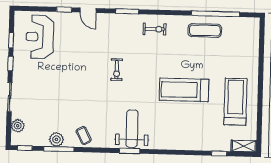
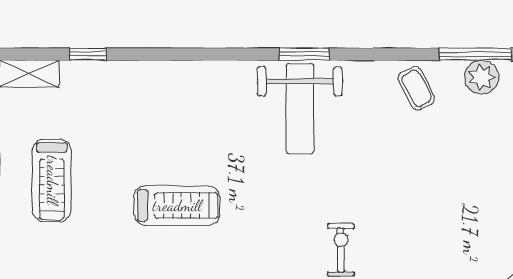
treadmill: (184, 90) -> (177, 206), width x0.73, depth x0.73
treadmill: (235, 102) -> (52, 180), width x0.73, depth x0.73

